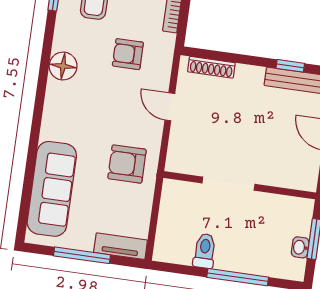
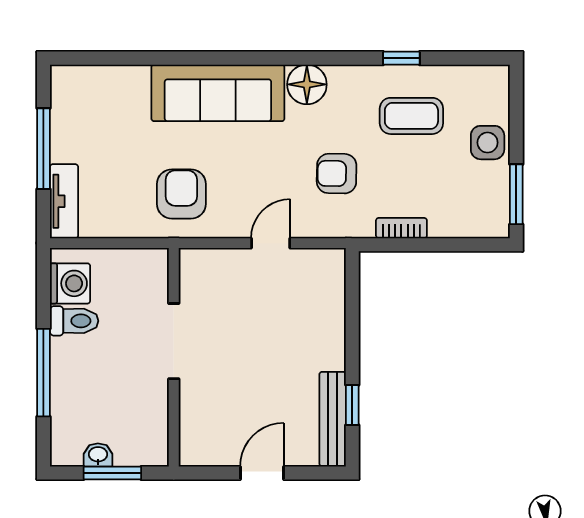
armchair: (128, 54) -> (337, 174), turned -89
shoe rack: (211, 67) -> (335, 294), removed
sofa: (52, 189) -> (218, 93), moved
washing machine: (178, 250) -> (70, 283), added

